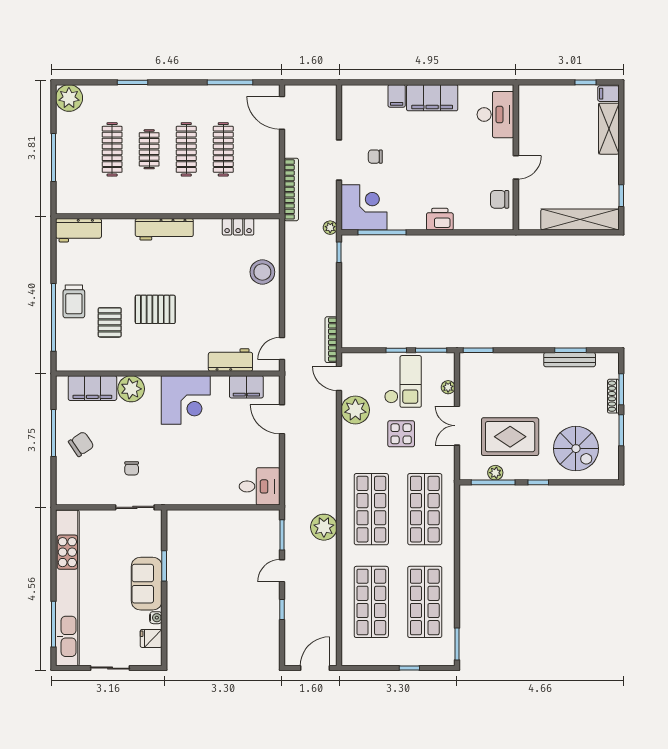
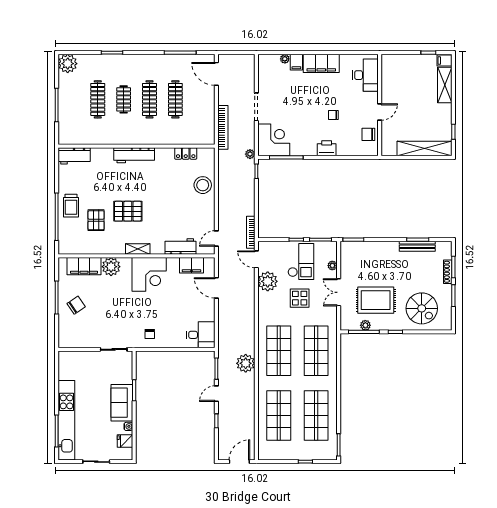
plant: (380, 91) -> (285, 59), added
chair: (375, 157) -> (333, 115), moved
shelving: (169, 363) -> (138, 249), added
chair: (132, 468) -> (150, 334), moved
kitchen unit: (67, 588) -> (66, 420), width x0.73

